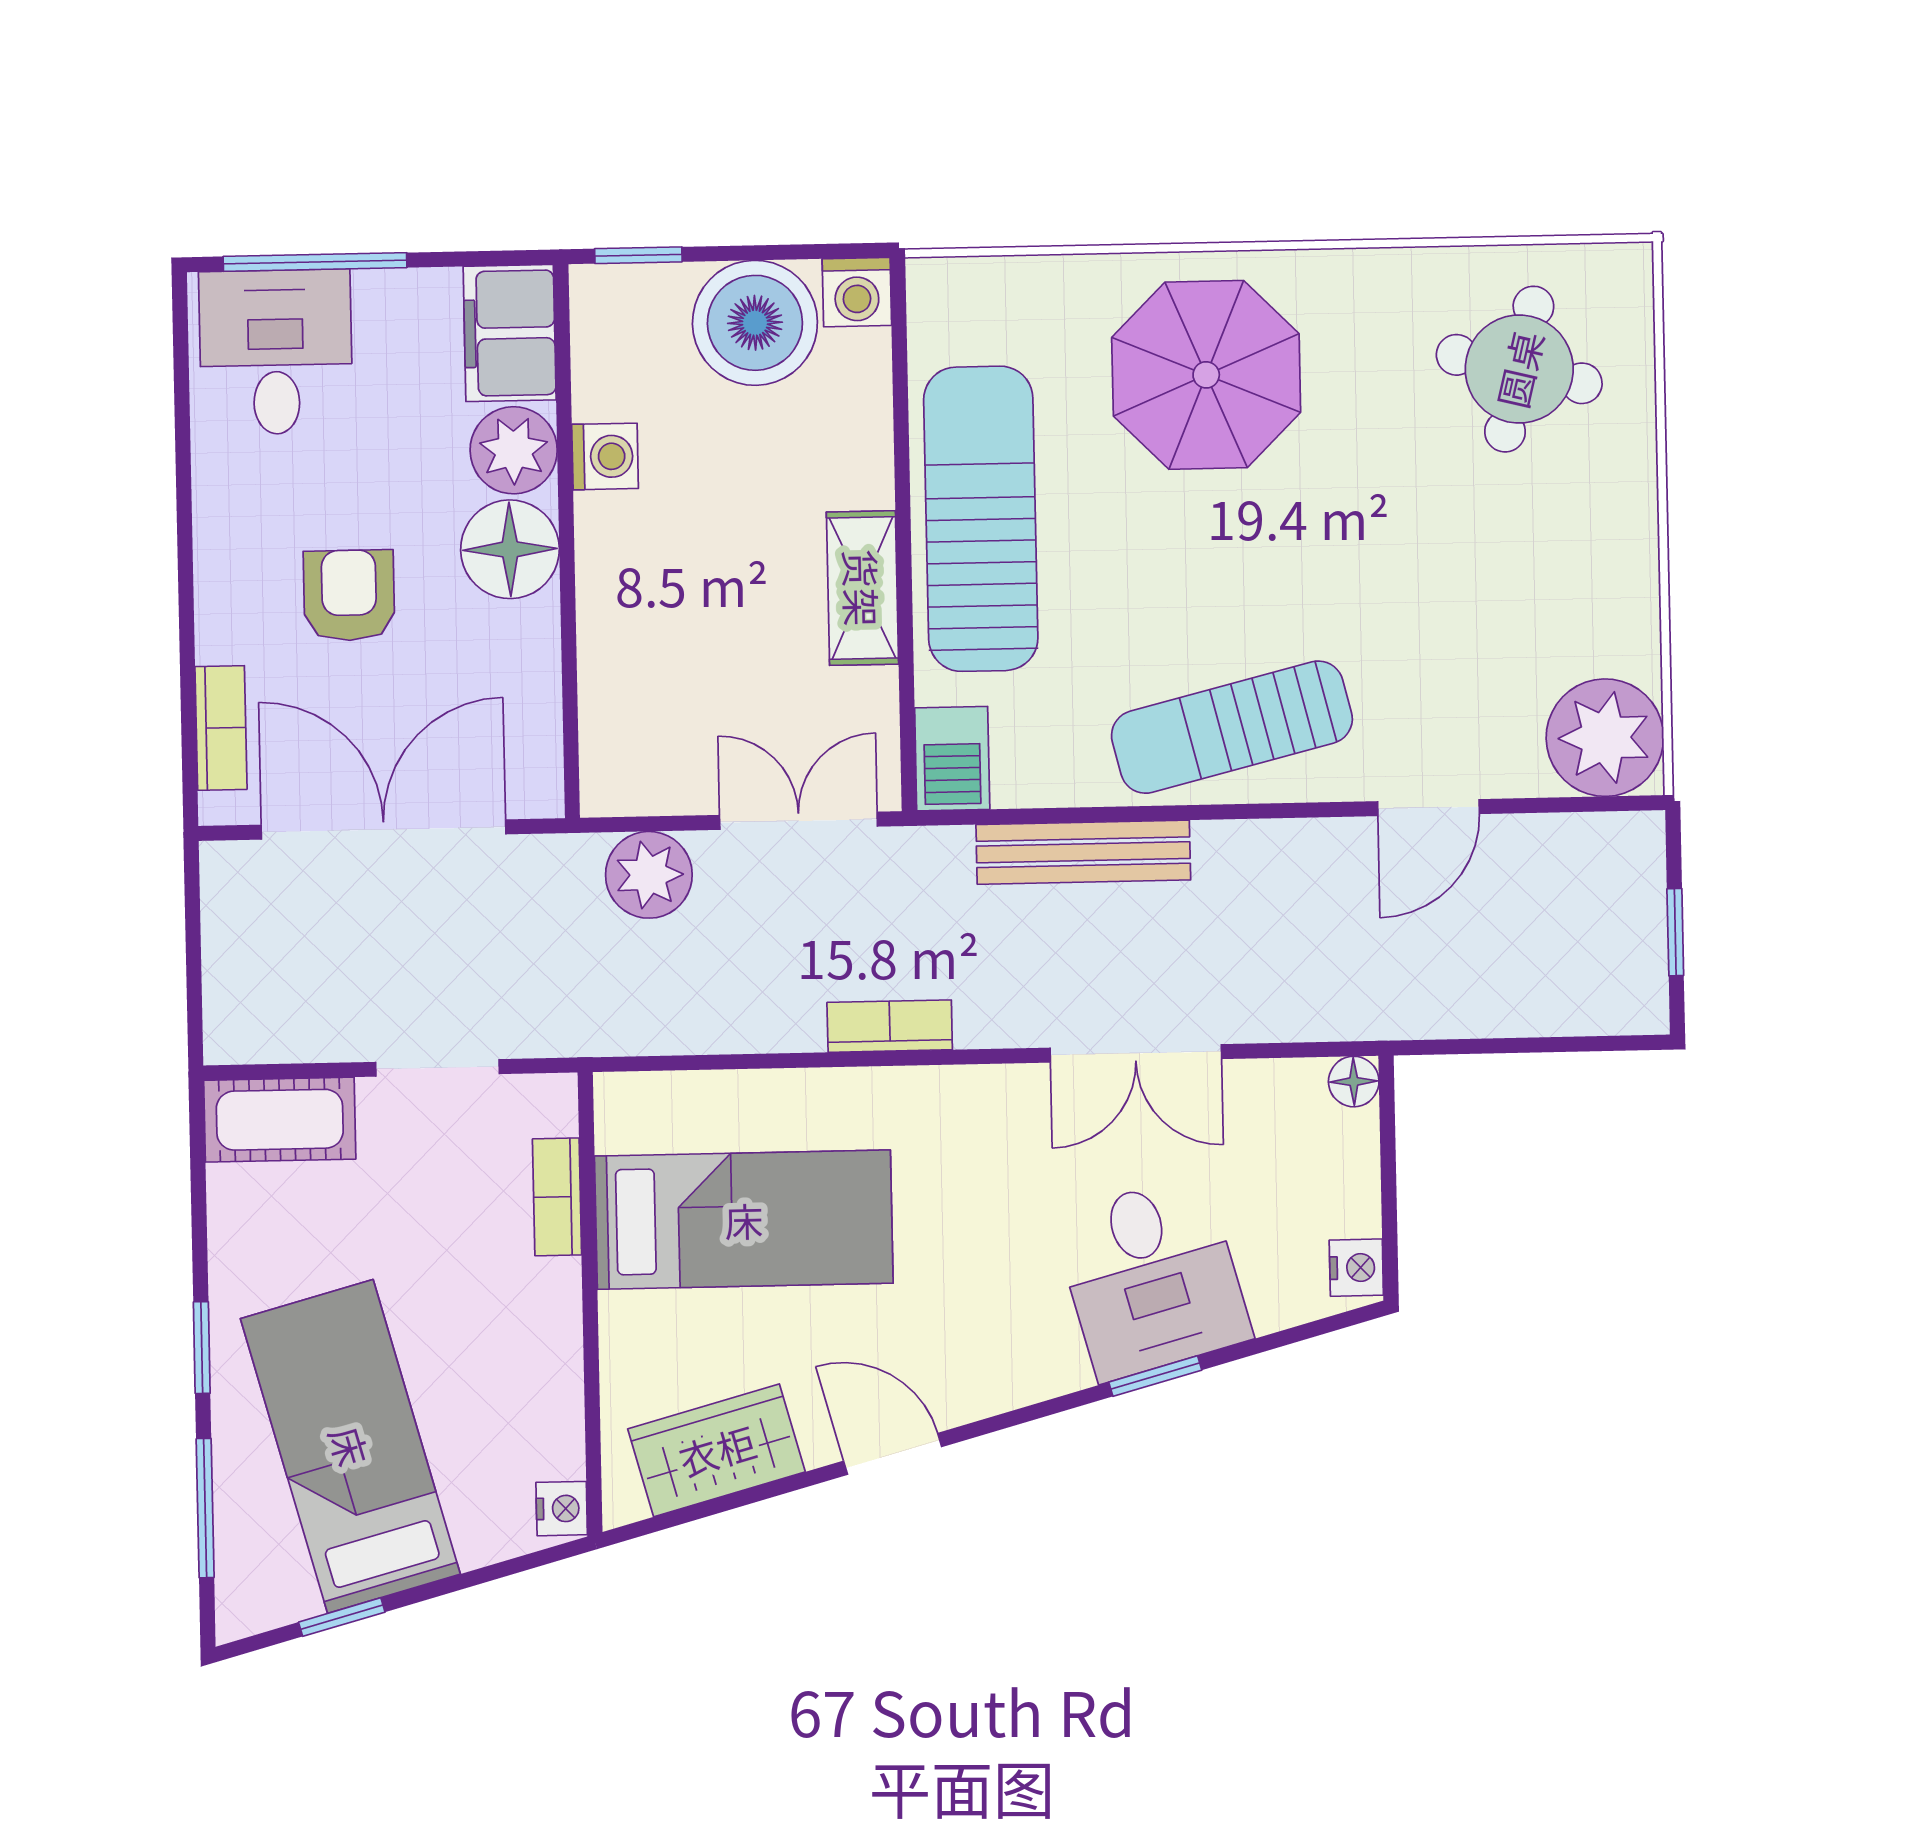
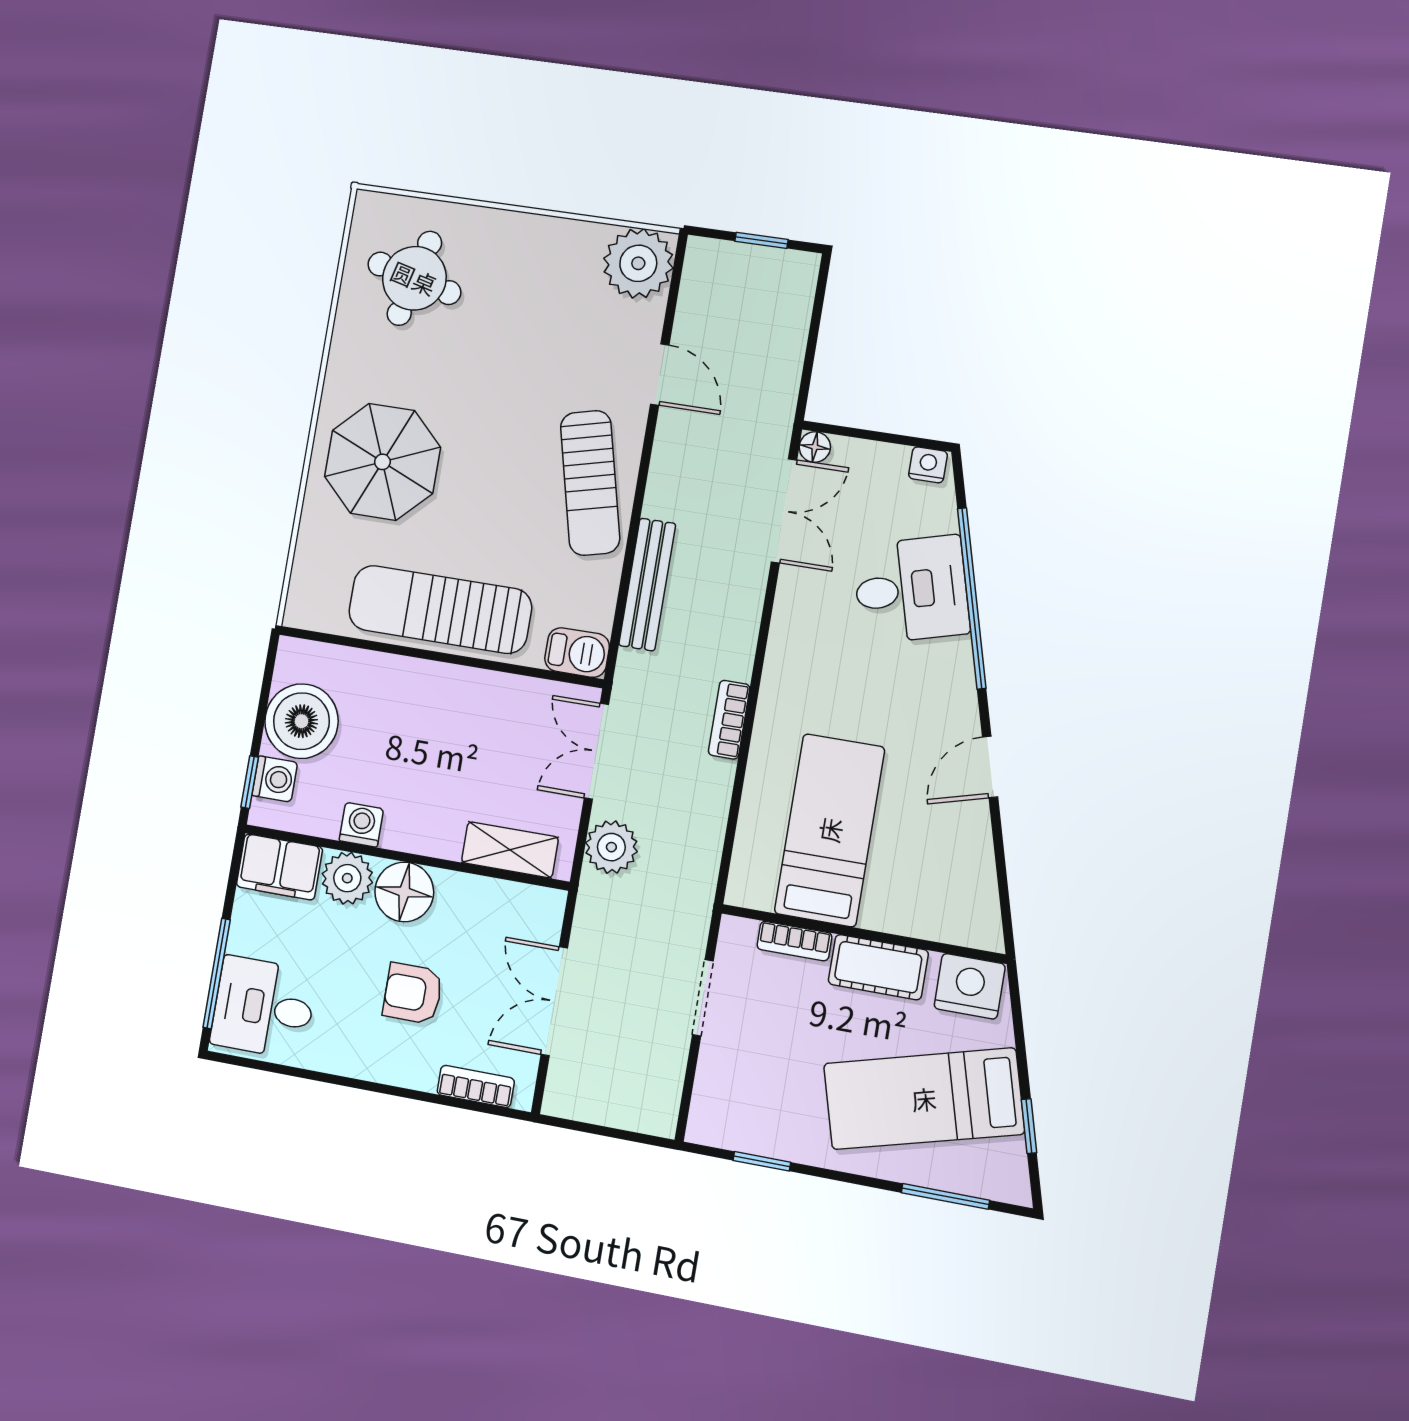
washing machine: (857, 292) -> (275, 779), moved
shelving: (862, 588) -> (510, 850), moved
double door: (383, 830) -> (554, 1001), width x0.73
double door: (1136, 1053) -> (784, 511), moved
cot: (280, 1120) -> (878, 967), moved, turned 90
window: (202, 1348) -> (762, 1161), moved
window: (1155, 1376) -> (972, 598), width x3.17
wardrobe: (717, 1450) -> (968, 874), removed
nightstand: (562, 1509) -> (970, 986), width x1.89, depth x1.79

